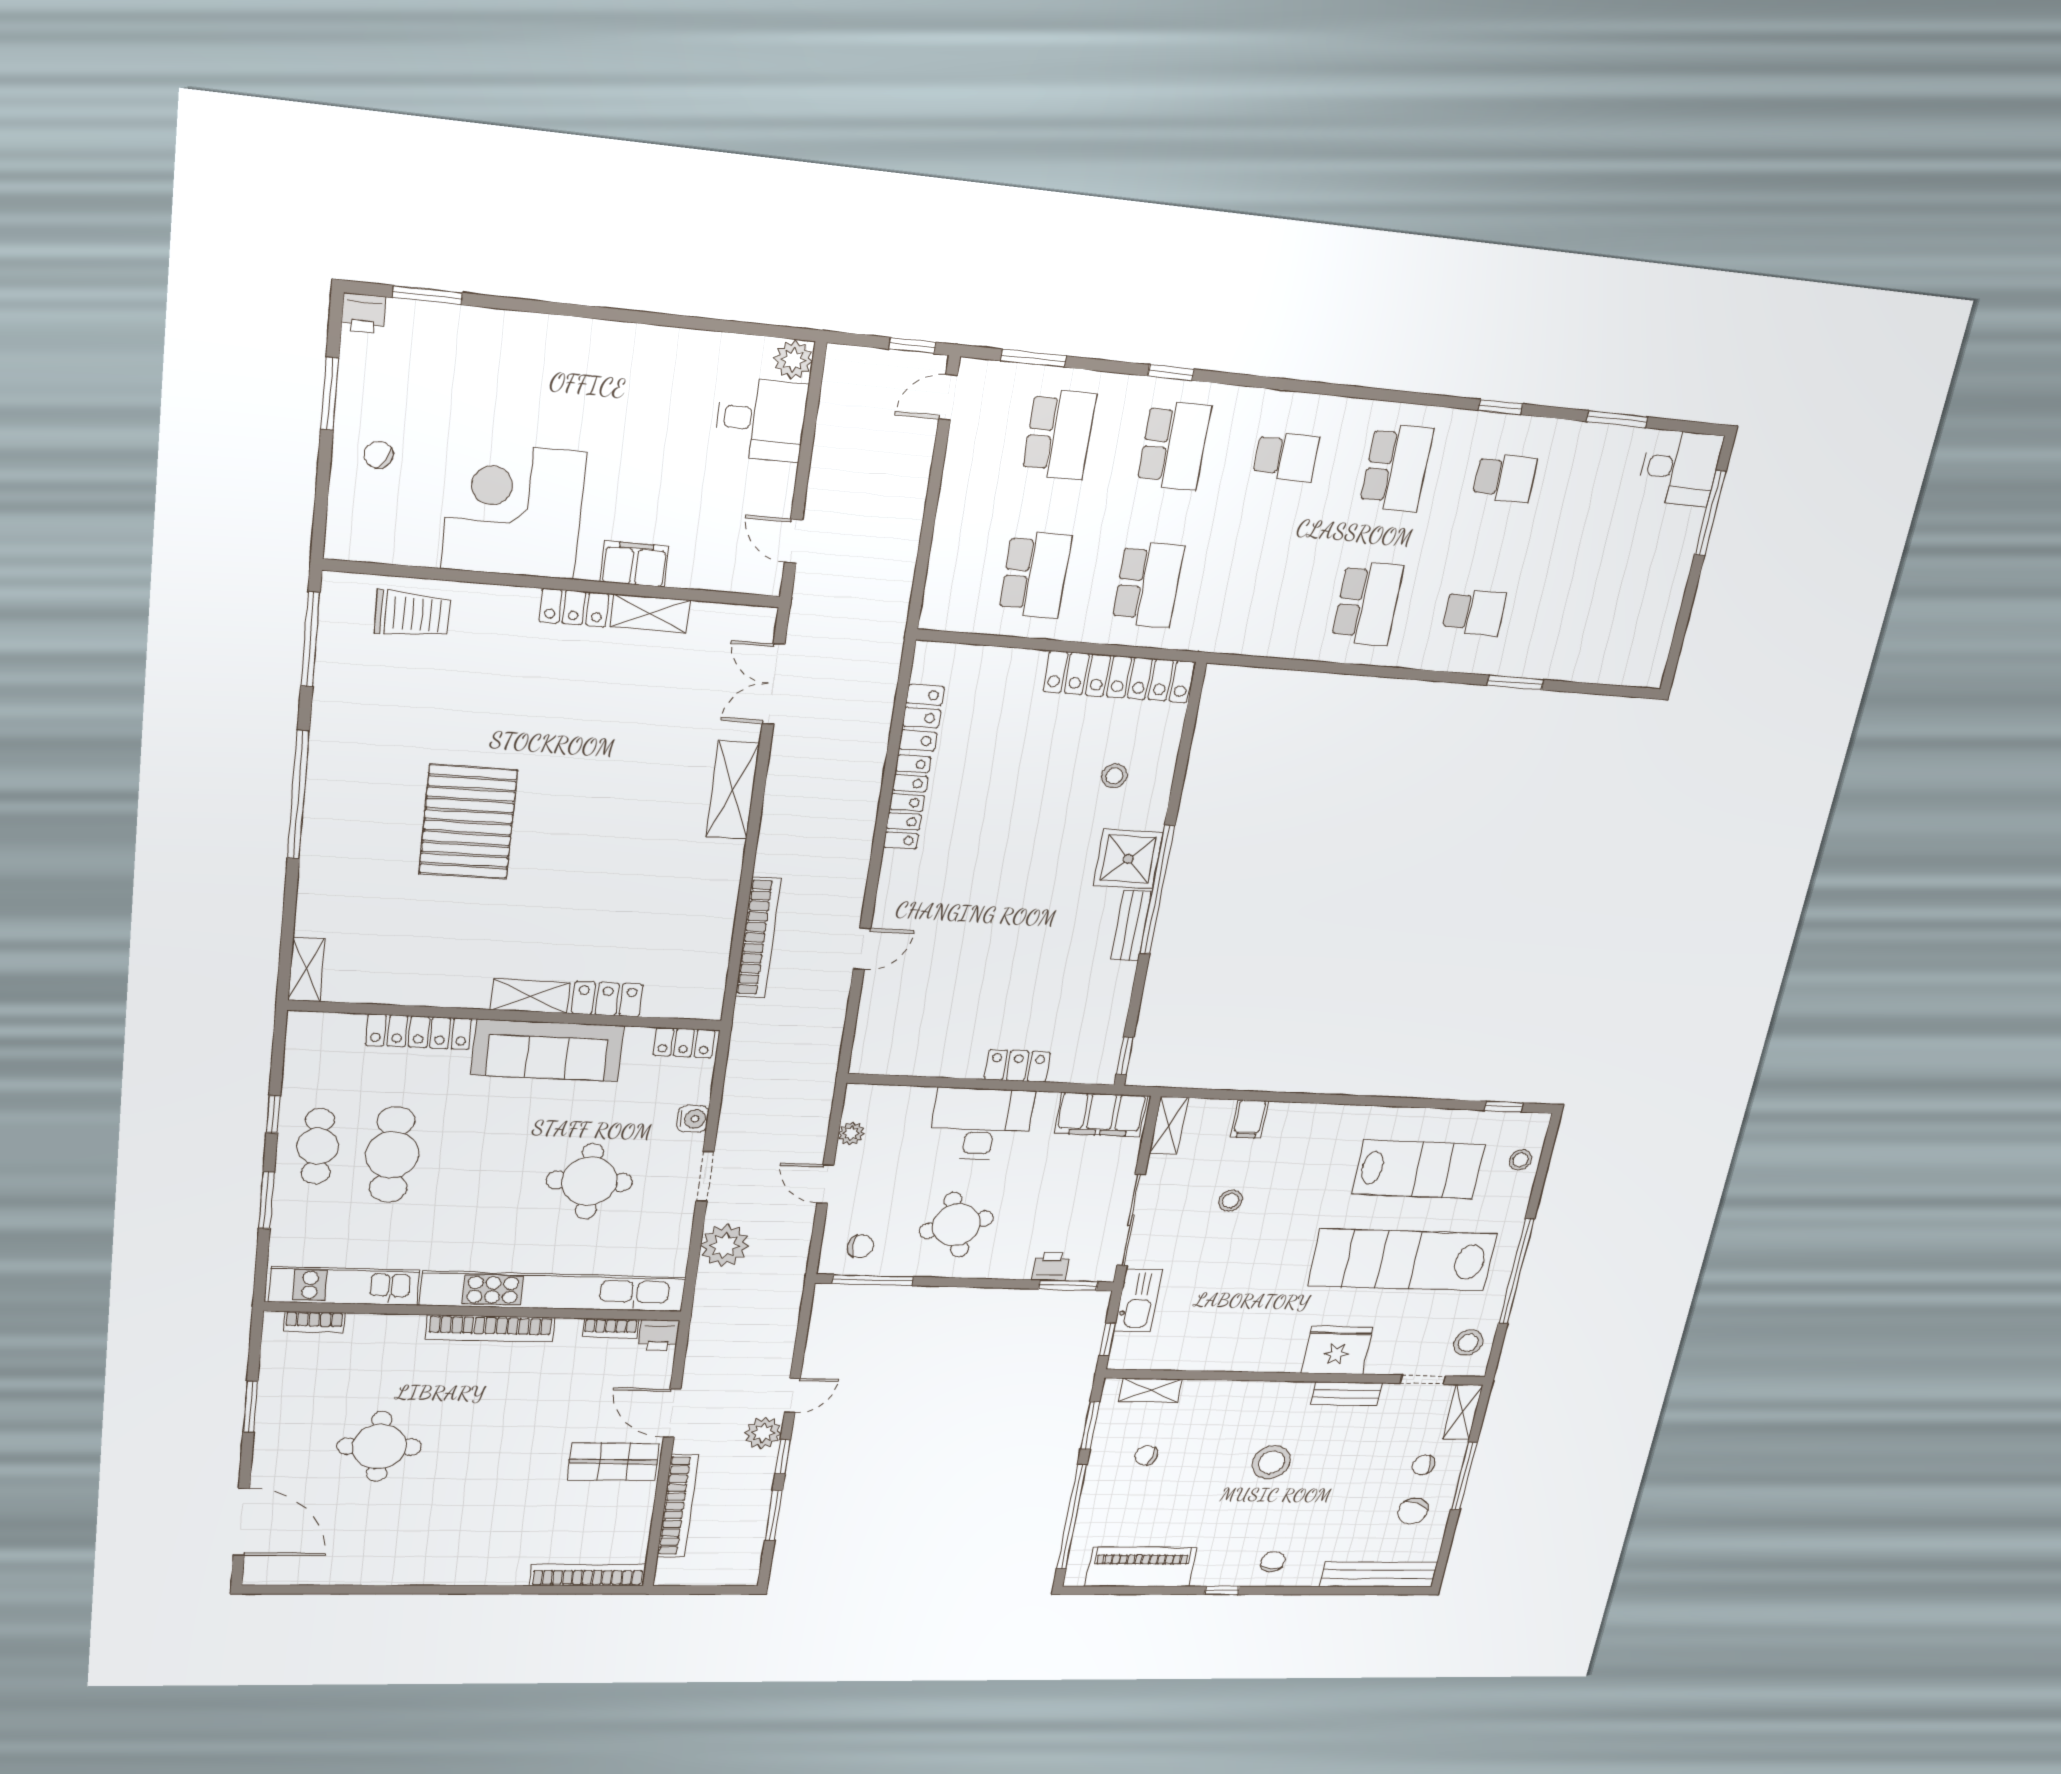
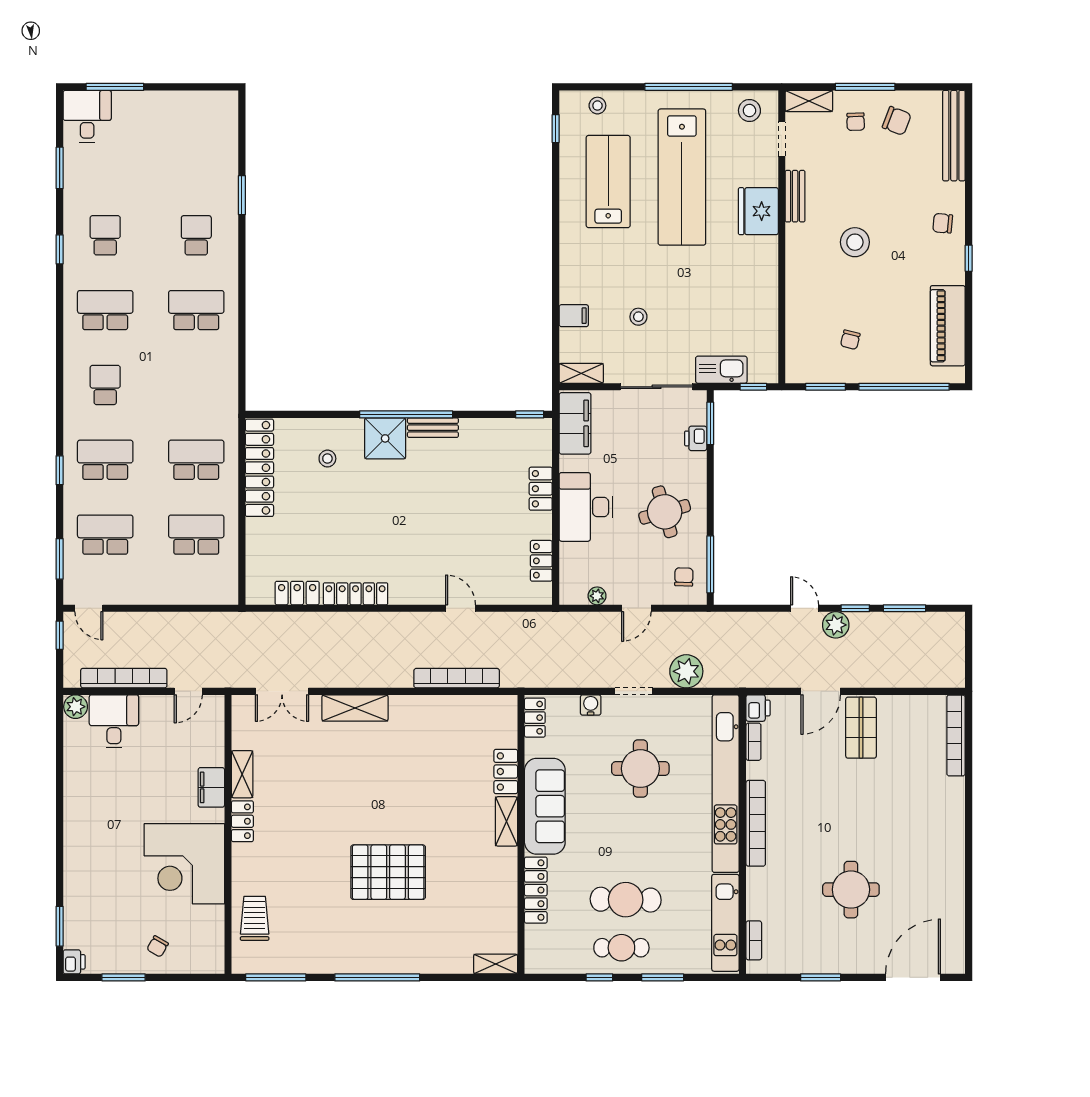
locker: (914, 1062) -> (541, 561), added
shelving: (1150, 1390) -> (795, 347), removed
bookcase: (678, 1506) -> (124, 678), moved

